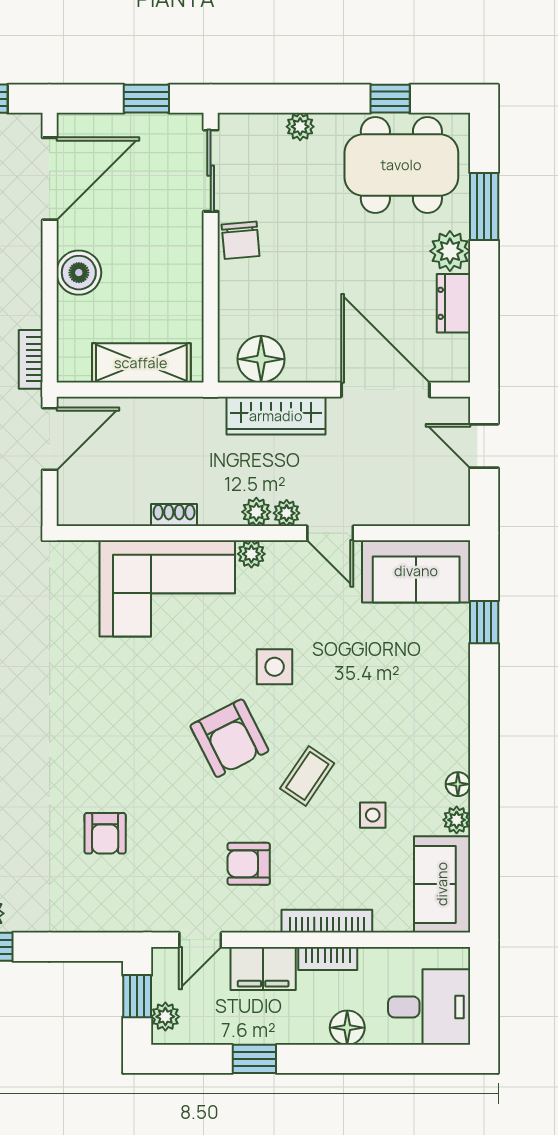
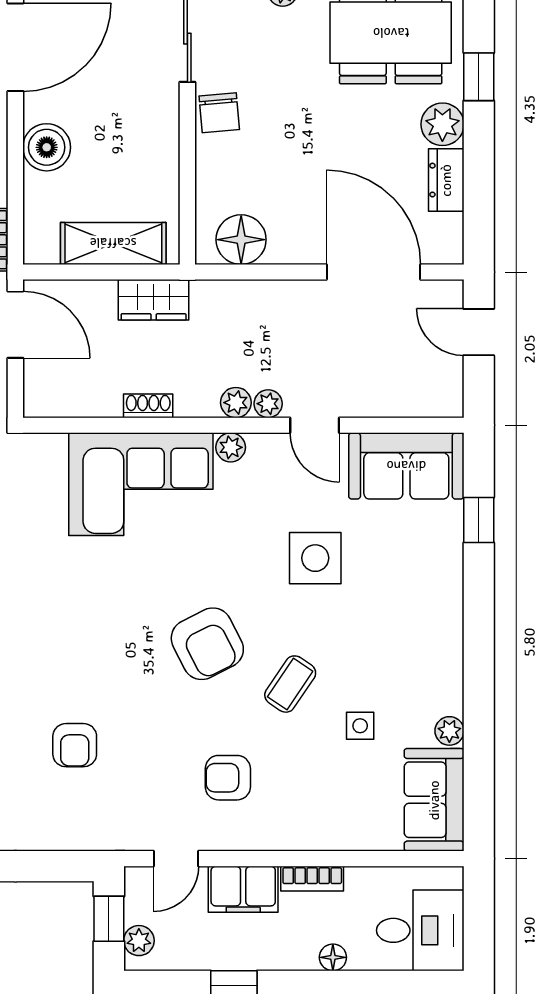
window: (484, 206) -> (479, 77), width x0.67
wardrobe: (276, 416) -> (154, 300), moved, width x0.67
door: (50, 439) -> (15, 325), hinge flipped
side table: (275, 667) -> (315, 558), moved, width x1.37, depth x1.37
floor lamp: (458, 784) -> (451, 693), removed
bookcase: (327, 921) -> (311, 839), removed
floor lamp: (347, 1028) -> (333, 957), width x0.73, depth x0.73

